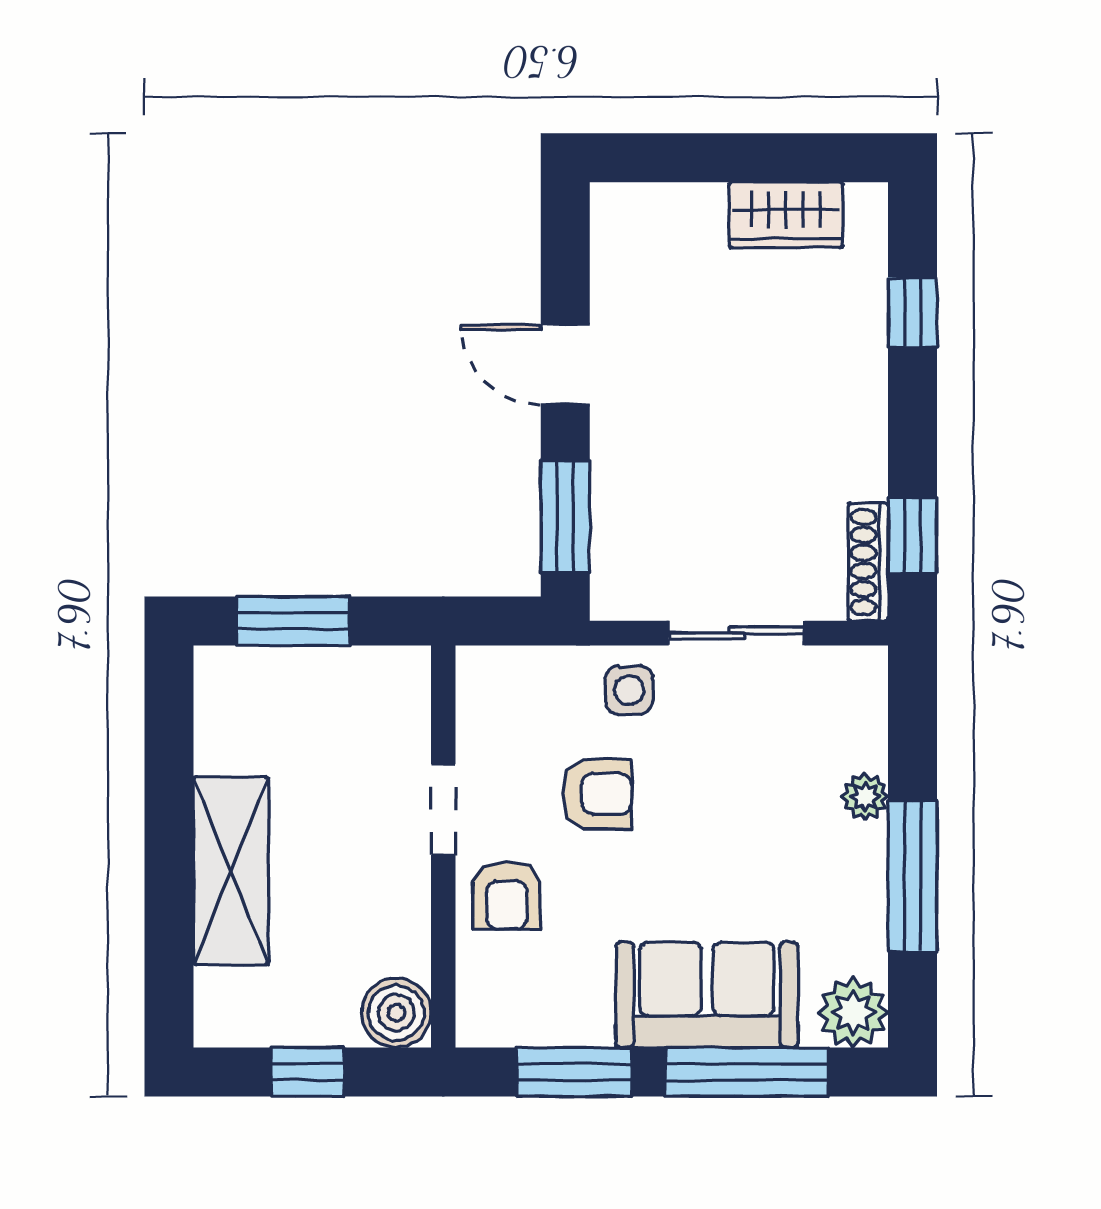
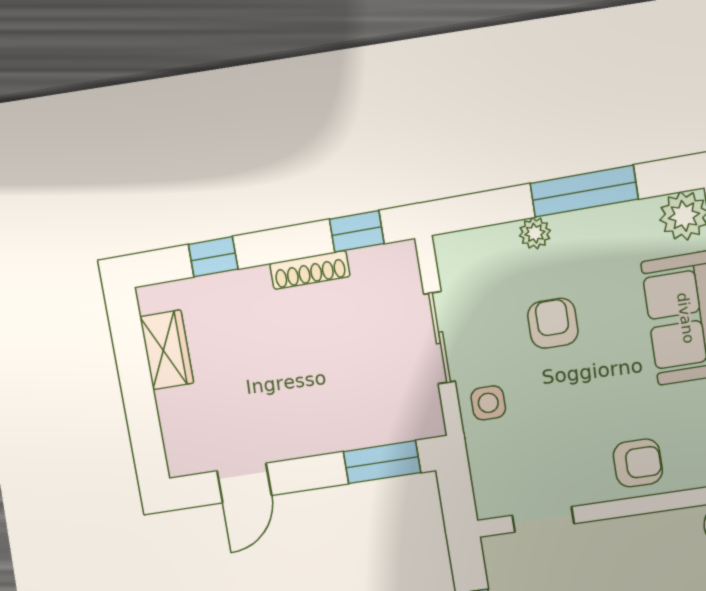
door: (565, 364) -> (244, 483), moved
shoe rack: (868, 562) -> (310, 270), moved
armchair: (597, 794) -> (553, 323), moved
doorway: (443, 810) -> (543, 519), moved

